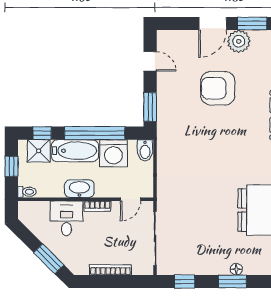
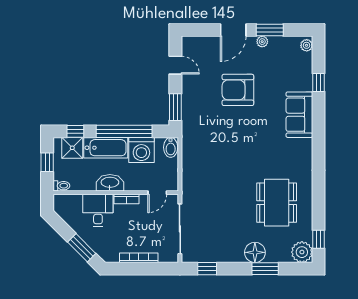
plant: (239, 41) -> (262, 42), width x0.53, depth x0.53
floor lamp: (236, 269) -> (255, 252), width x1.89, depth x1.89
window: (232, 281) -> (265, 269), moved

